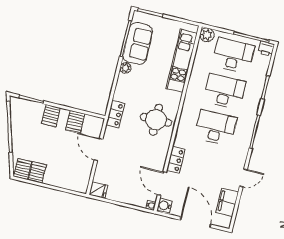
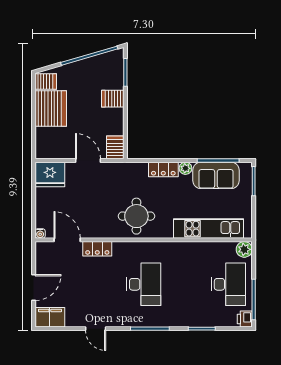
desk: (224, 92) -> (186, 284), removed
locker: (115, 114) -> (163, 169), moved
server rack: (75, 122) -> (115, 147), moved, turned 90
door: (99, 149) -> (88, 160), hinge flipped
server rack: (37, 172) -> (51, 109), width x2.18, depth x1.44
door: (162, 184) -> (67, 240), hinge flipped
fridge: (98, 190) -> (50, 174), width x1.88, depth x1.34
filing cabinet: (227, 202) -> (50, 317), moved
water cooler: (164, 206) -> (44, 249), removed
door: (195, 222) -> (34, 288), width x0.73

